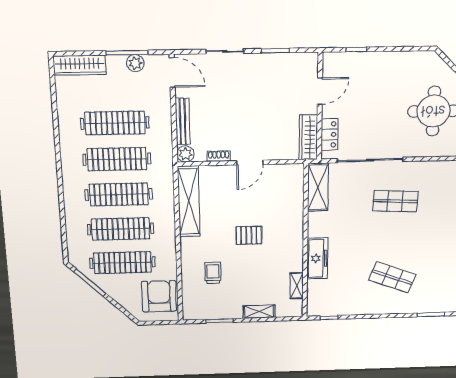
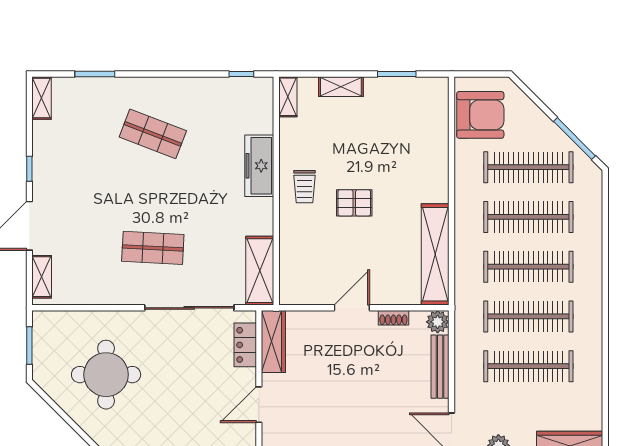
trolley: (213, 273) -> (305, 187), moved
shelving: (297, 286) -> (288, 97), moved
armchair: (159, 296) -> (480, 115), turned -90

